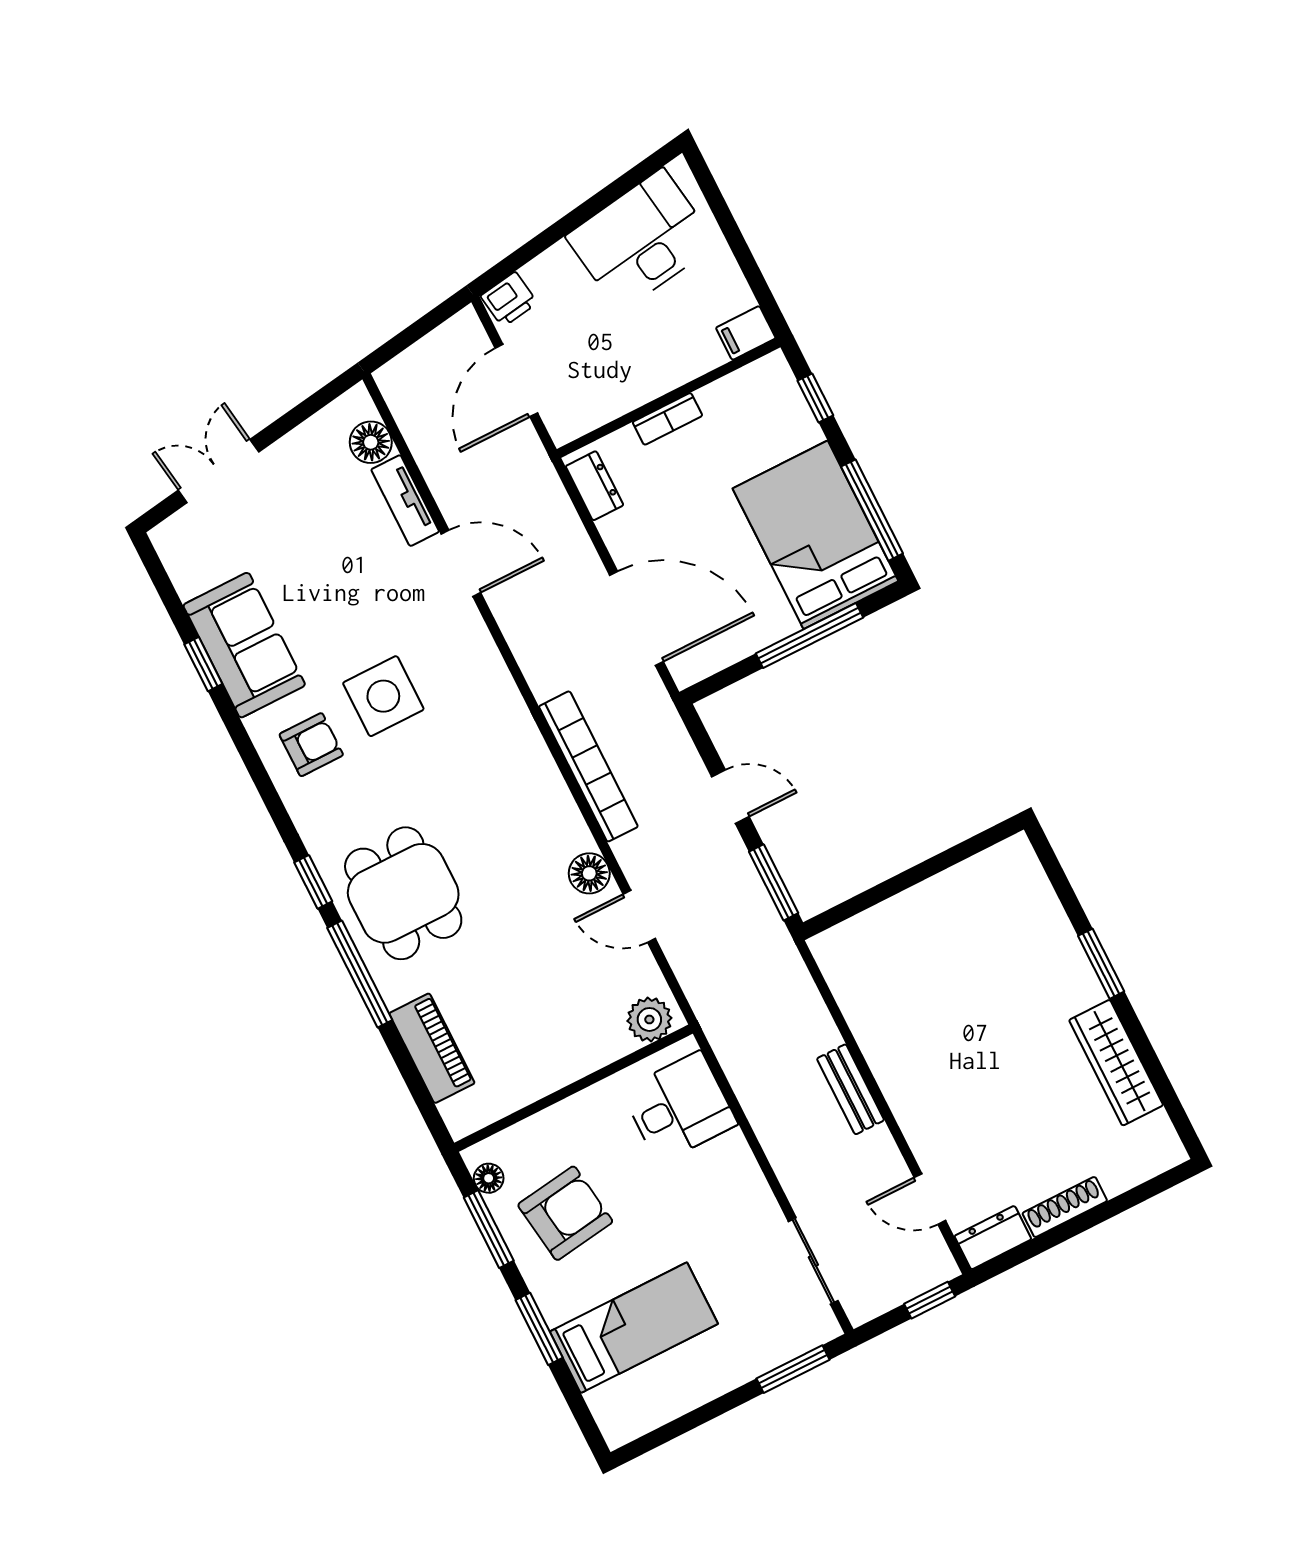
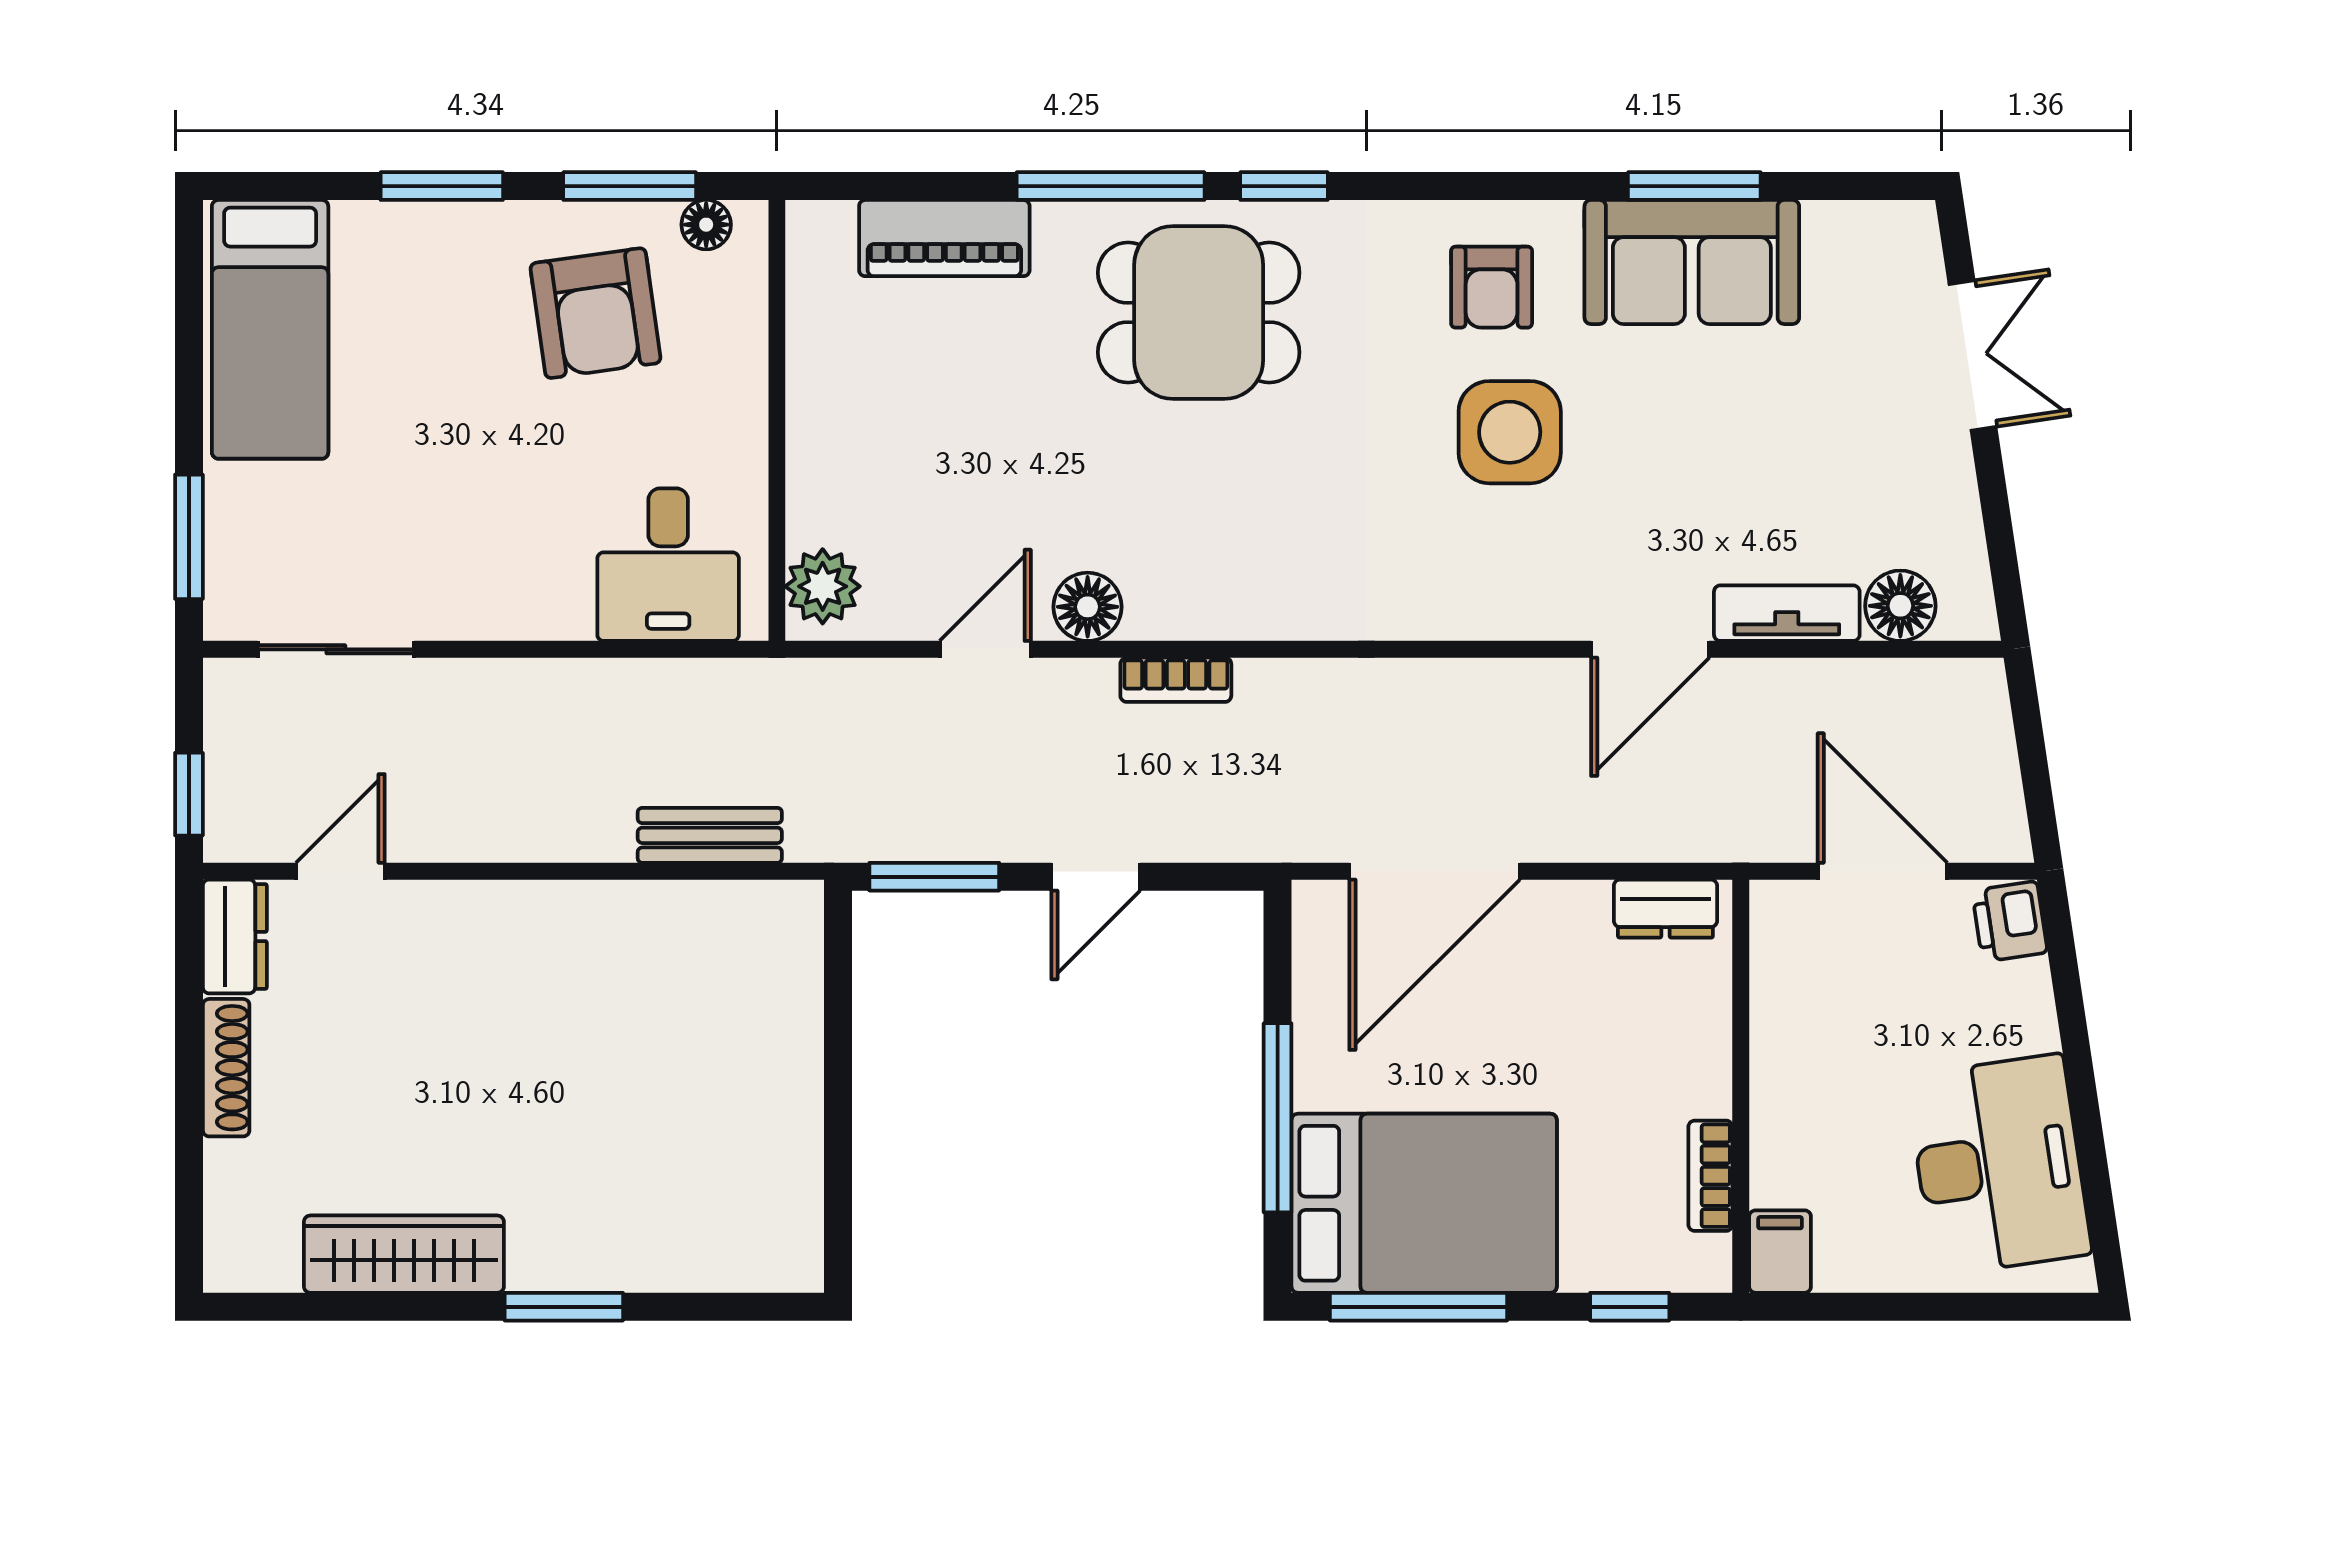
bookcase: (667, 419) -> (1710, 1176), moved
window: (203, 664) -> (1694, 186), width x1.50
bookcase: (588, 766) -> (1176, 680), width x0.43, depth x0.76
bench: (851, 1089) -> (710, 835), moved
bed: (634, 1328) -> (270, 329), moved

